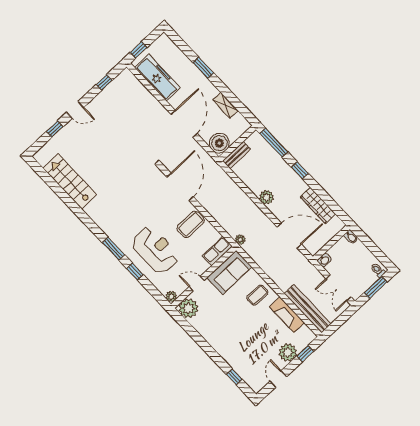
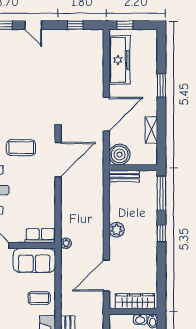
wardrobe: (318, 205) -> (135, 301), moved, turned 90
coffee table: (191, 224) -> (21, 148), moved
door: (289, 236) -> (106, 276), swing flipped
washbasin: (324, 260) -> (140, 319), moved

